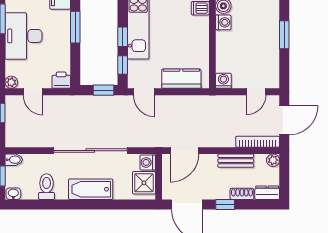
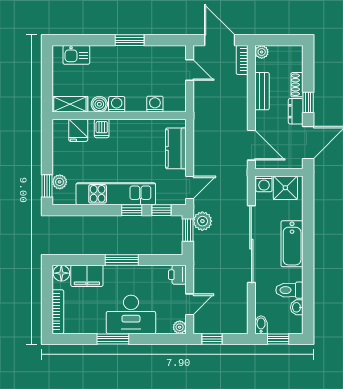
washing machine: (223, 81) -> (155, 104), moved, turned 90
plant: (112, 104) -> (202, 221), added
bookcase: (258, 142) -> (242, 60), width x0.64
dresser: (267, 193) -> (296, 111), moved
washbasin: (13, 194) -> (297, 307), moved

